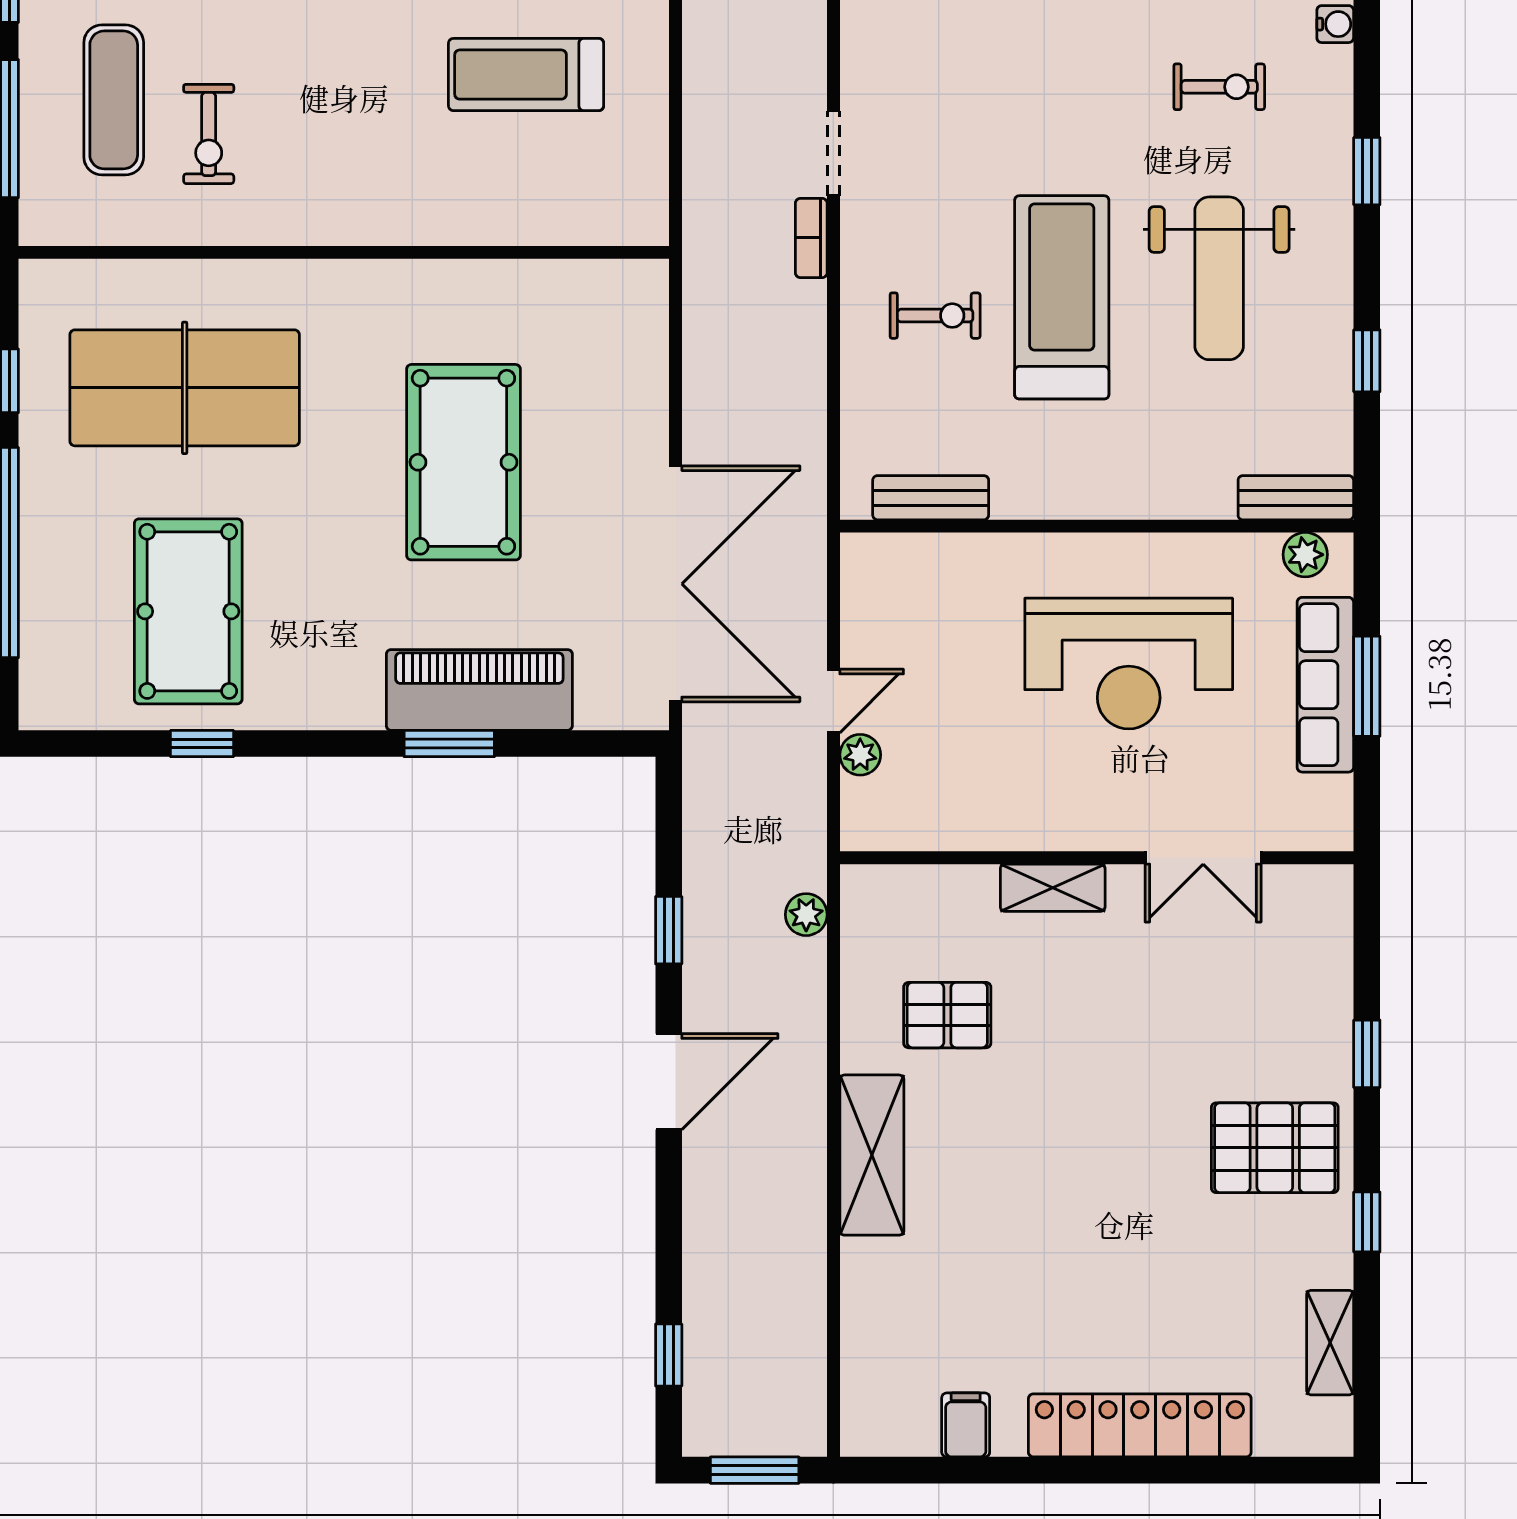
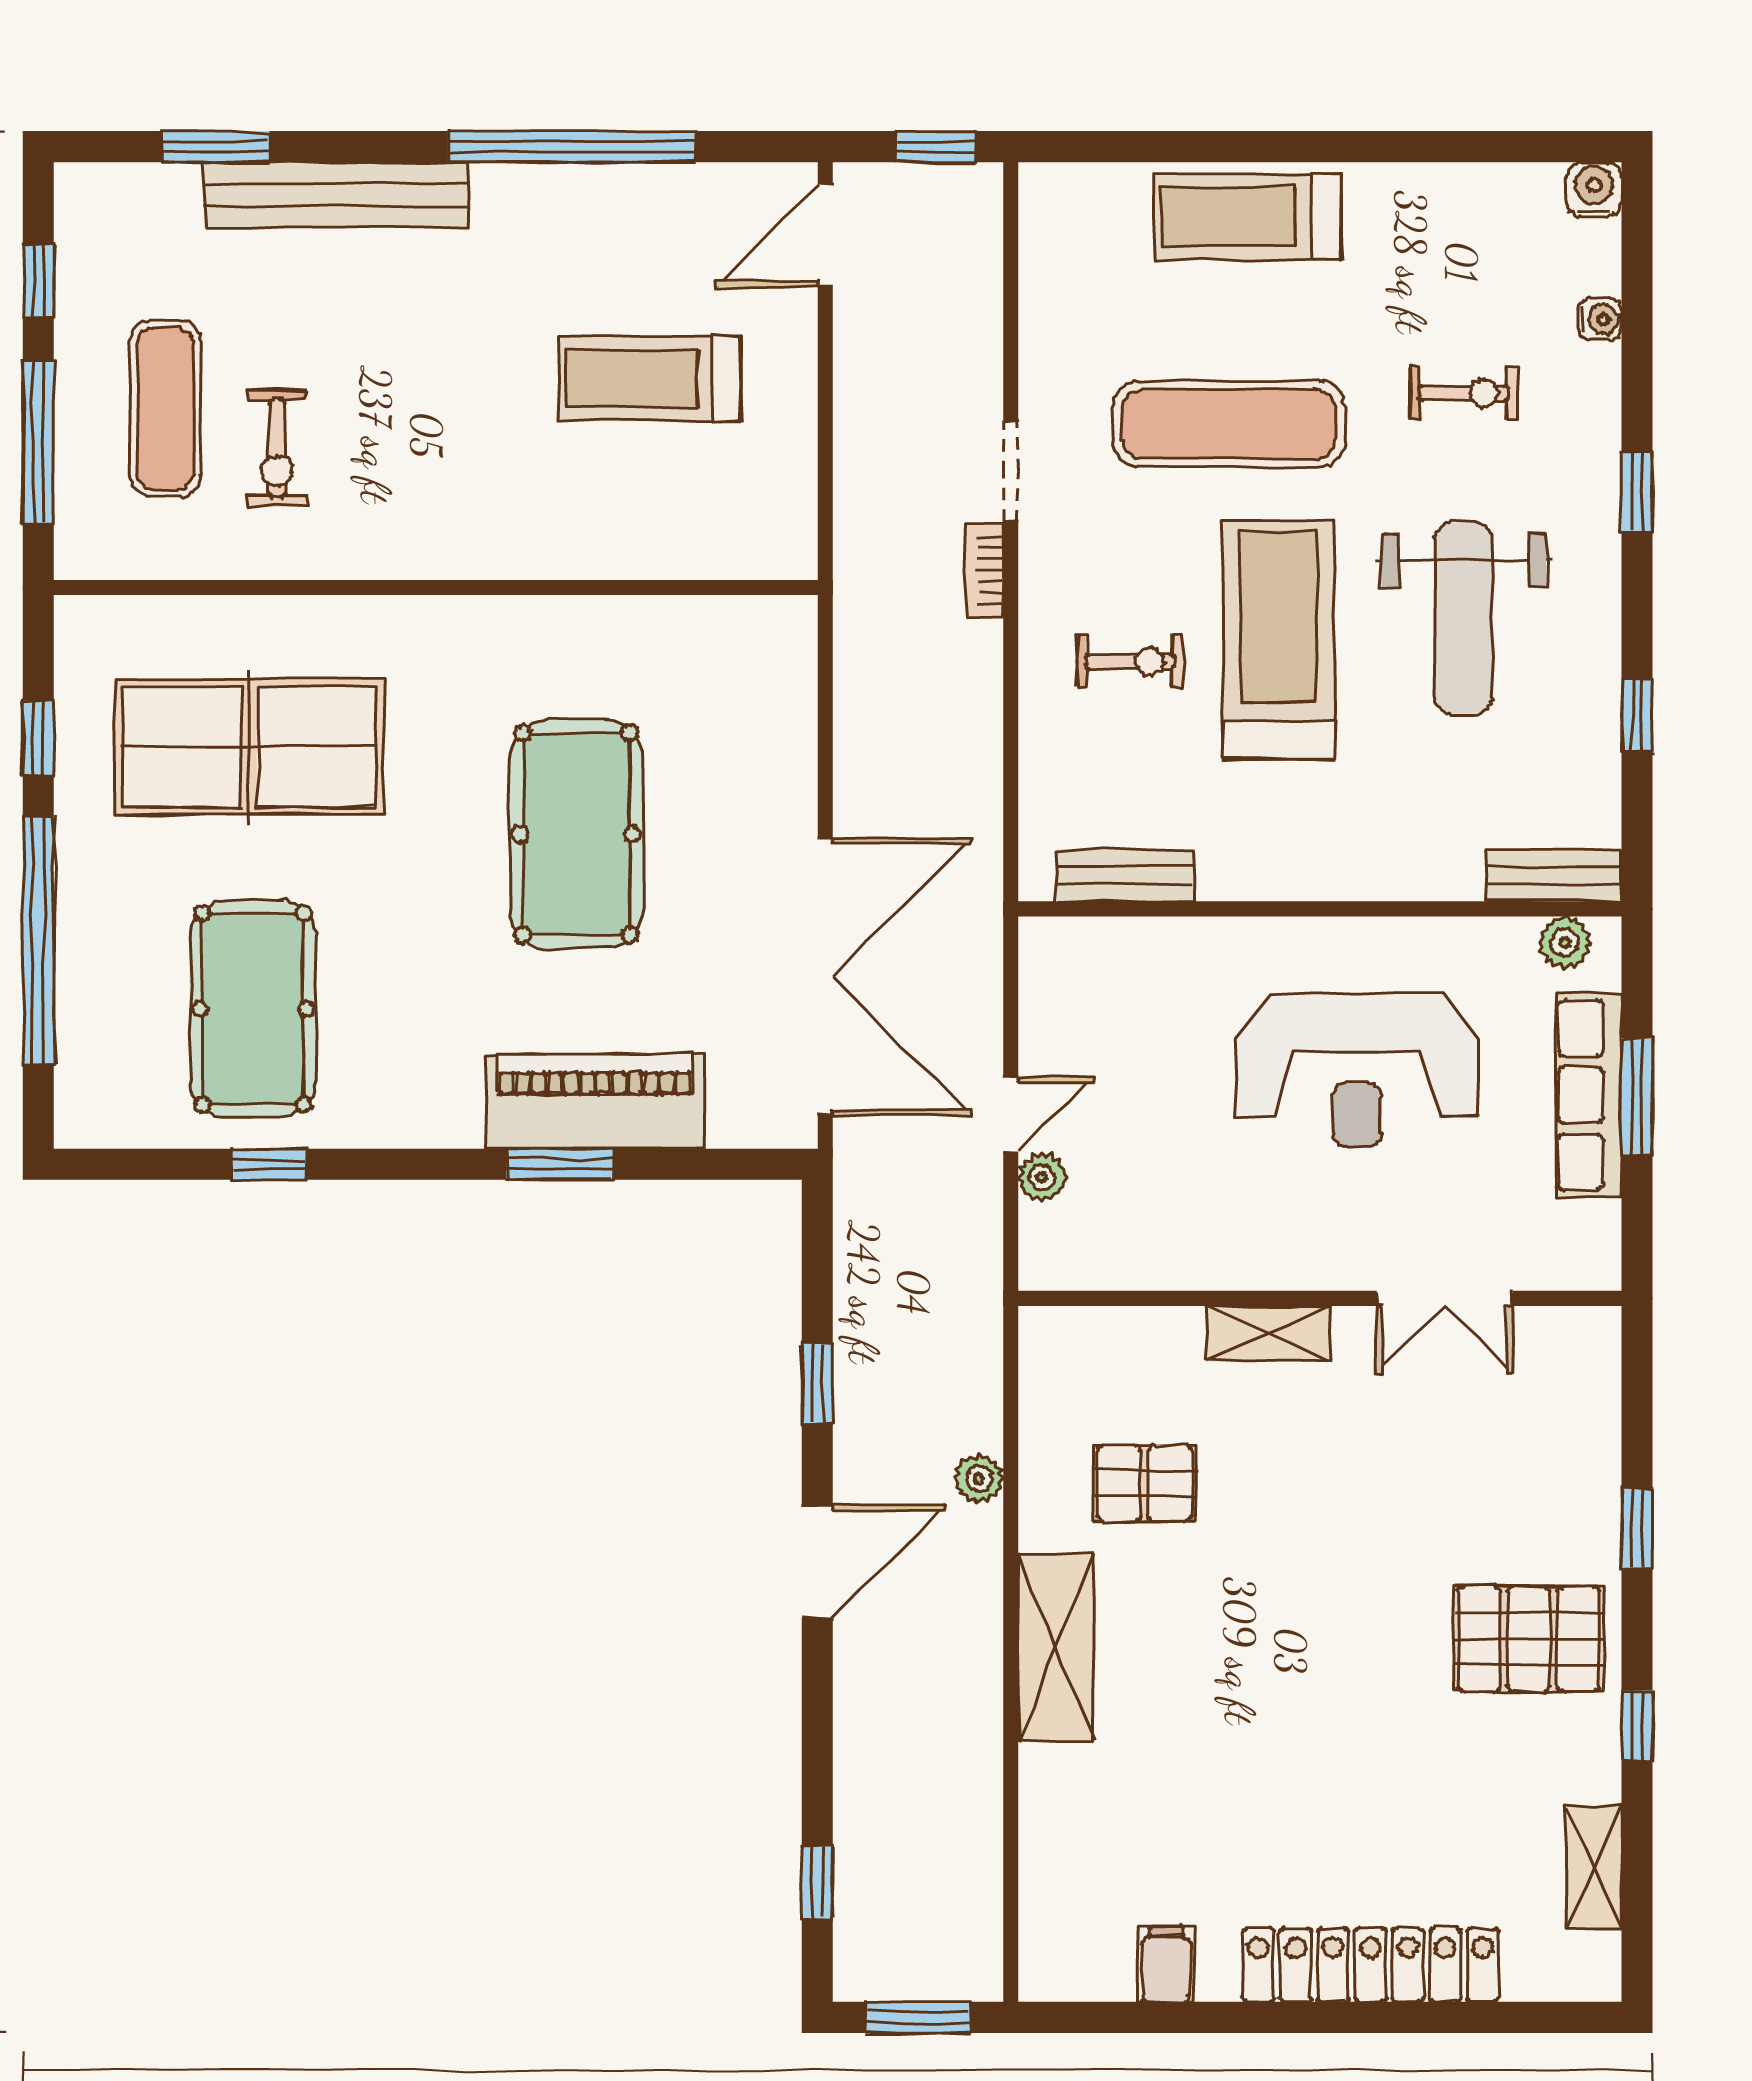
exercise mat: (1019, 113) -> (1229, 424), added
plant: (806, 915) -> (979, 1478), moved

